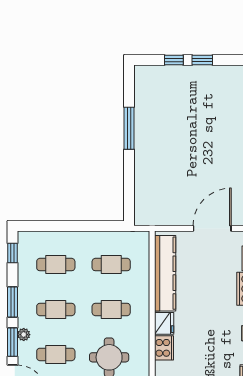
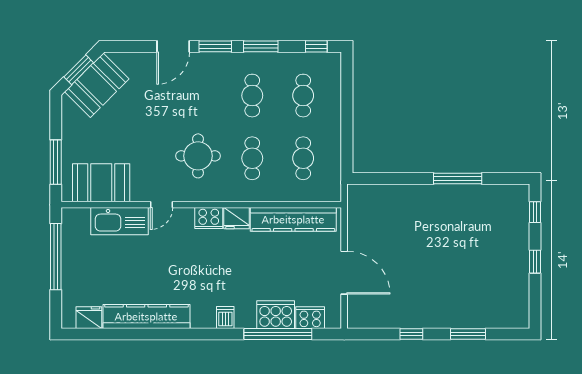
window: (174, 60) -> (535, 212), moved
plant: (24, 335) -> (224, 59), removed
cafe table: (56, 354) -> (201, 96), removed

